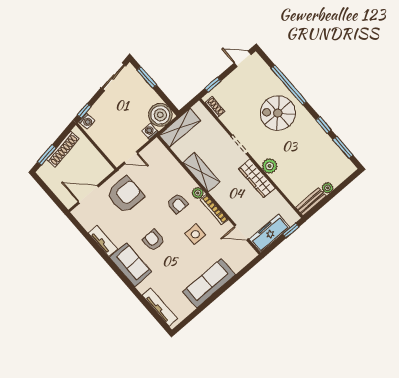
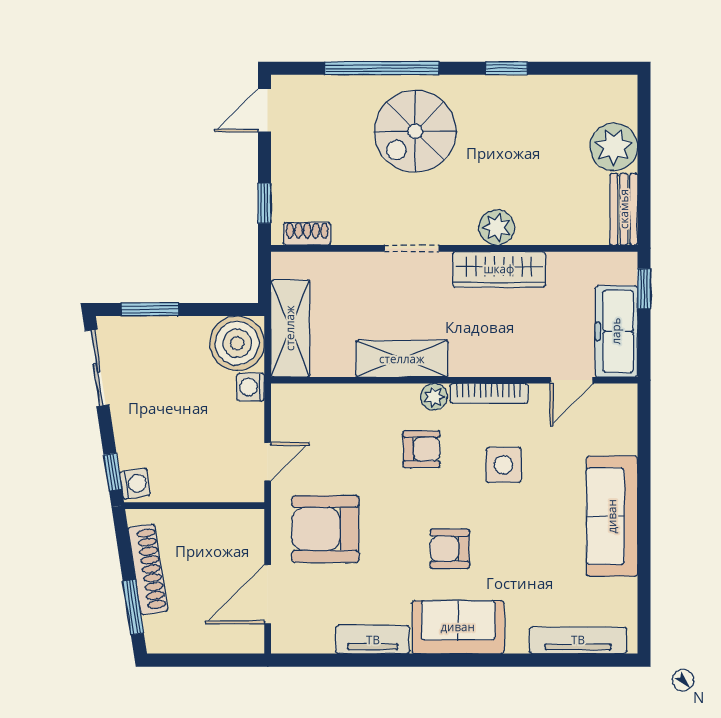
window: (343, 147) -> (576, 68), removed
plant: (328, 188) -> (614, 147), width x1.87, depth x1.87
armchair: (125, 195) -> (325, 529), turned -90

